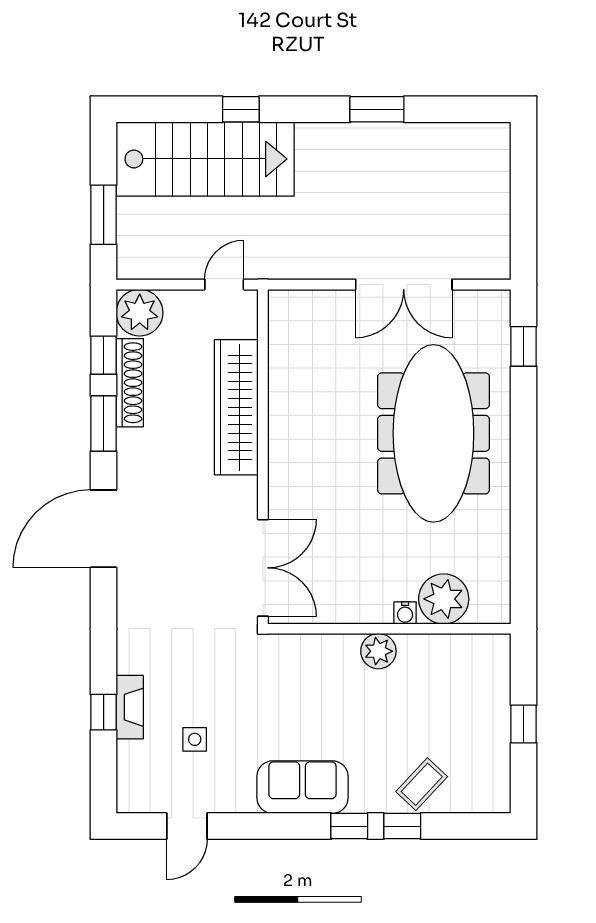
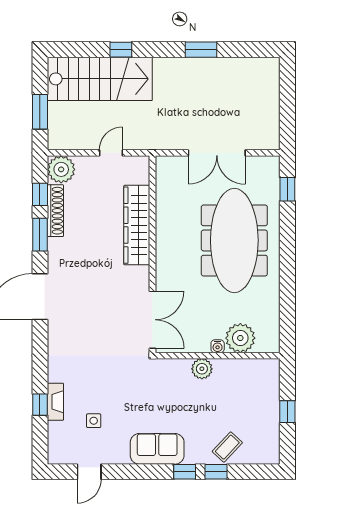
wardrobe: (236, 407) -> (137, 225), moved
wall: (263, 457) -> (152, 254), moved
double door: (263, 568) -> (152, 320), moved

